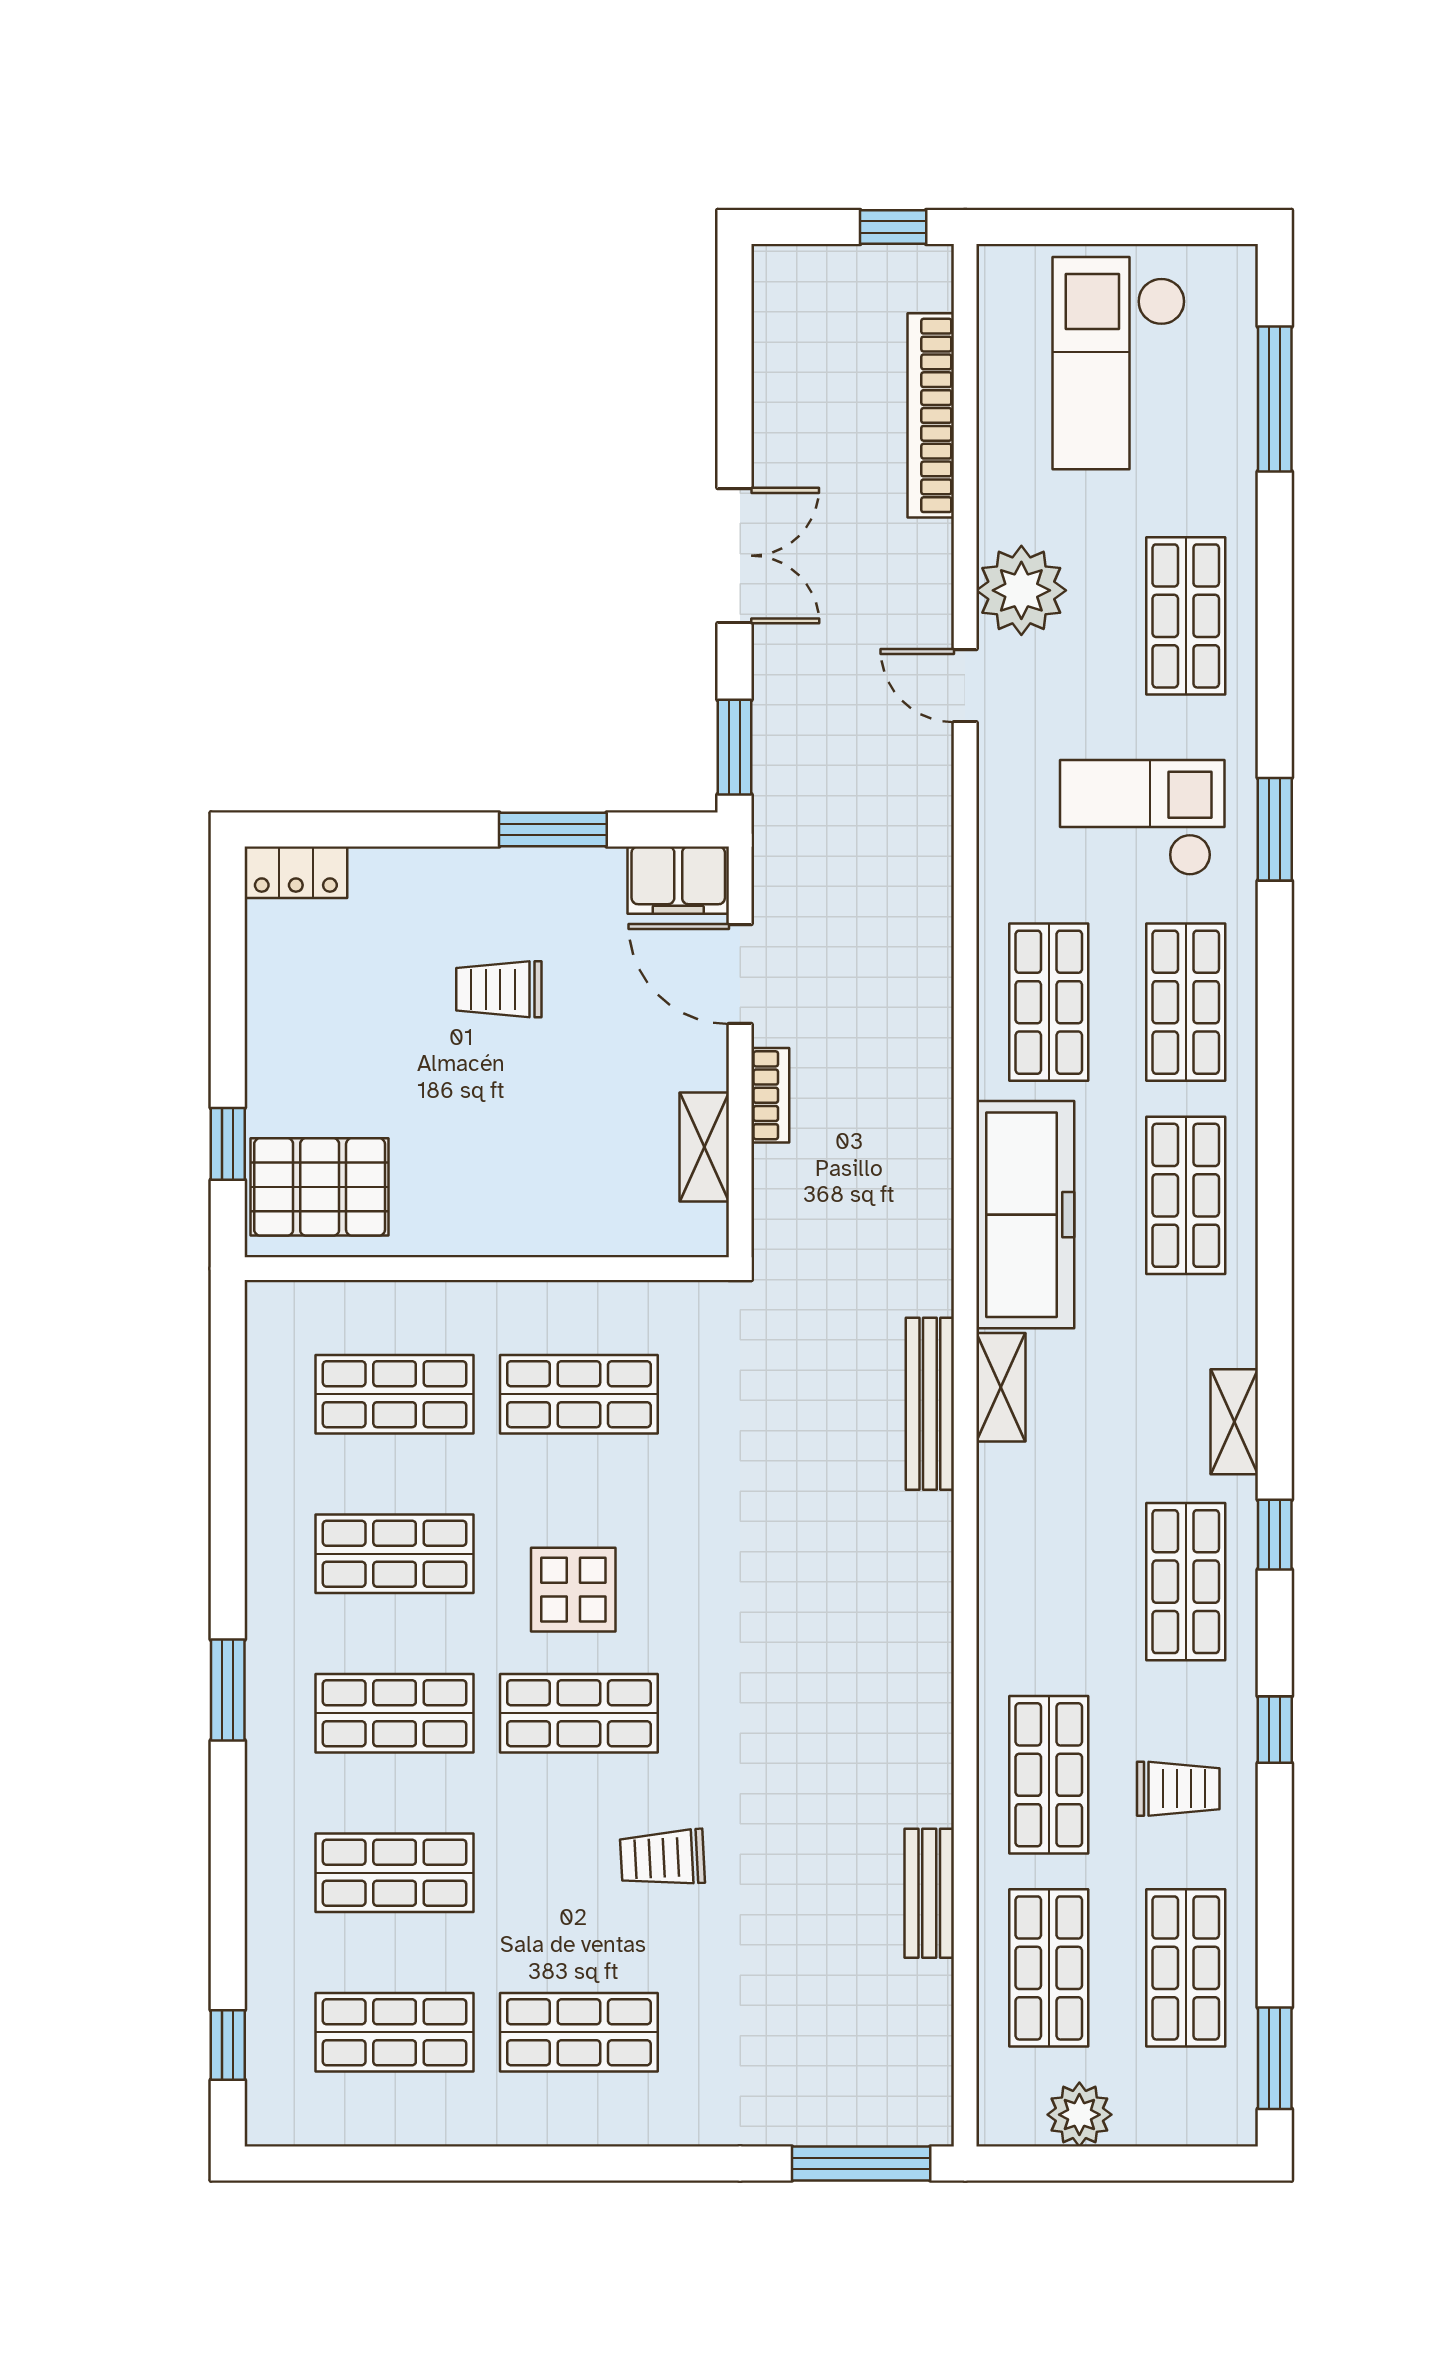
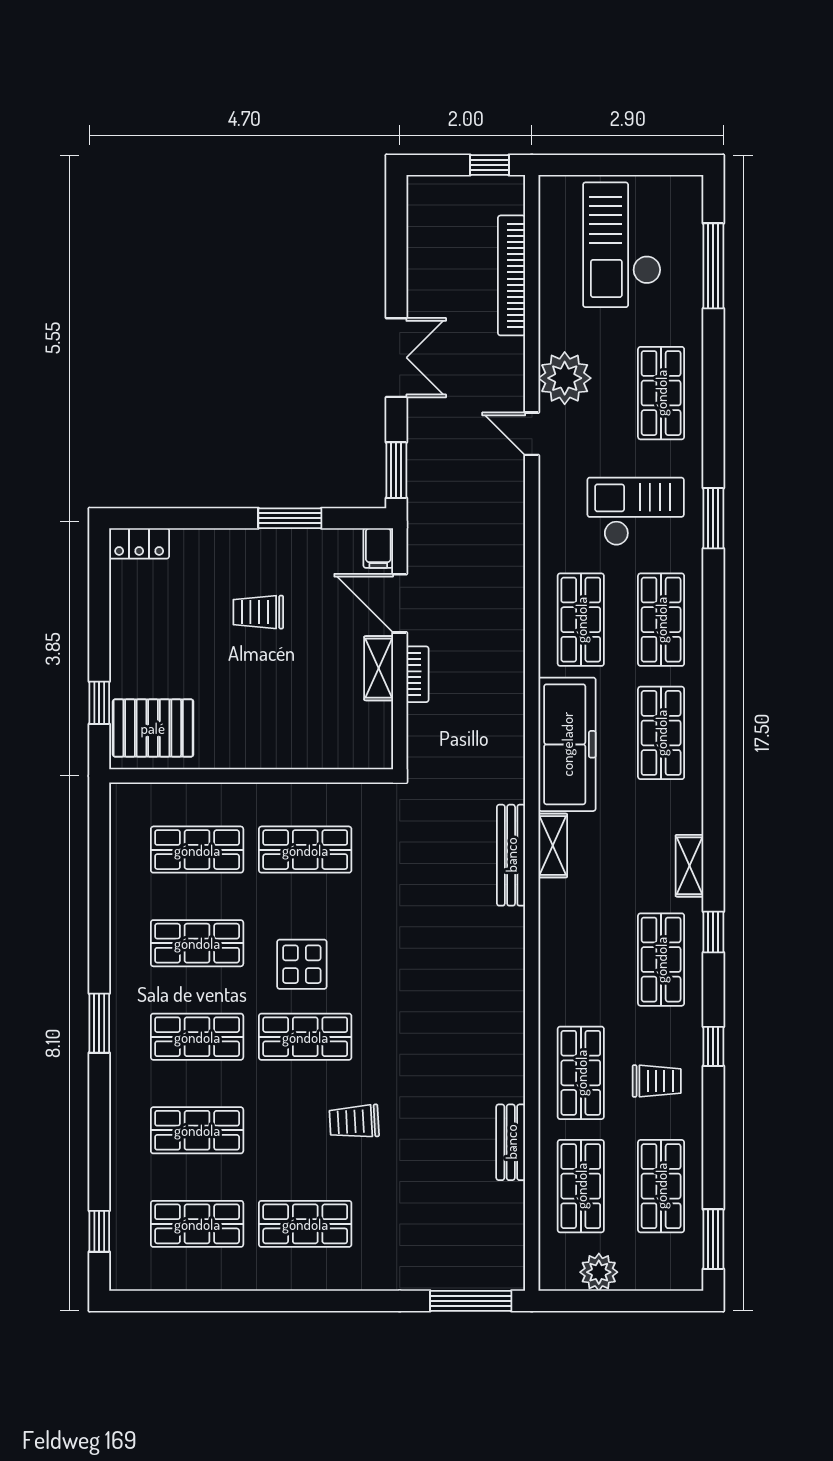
filing cabinet: (678, 880) -> (378, 548), width x0.50
shelving: (704, 1147) -> (379, 668), moved

